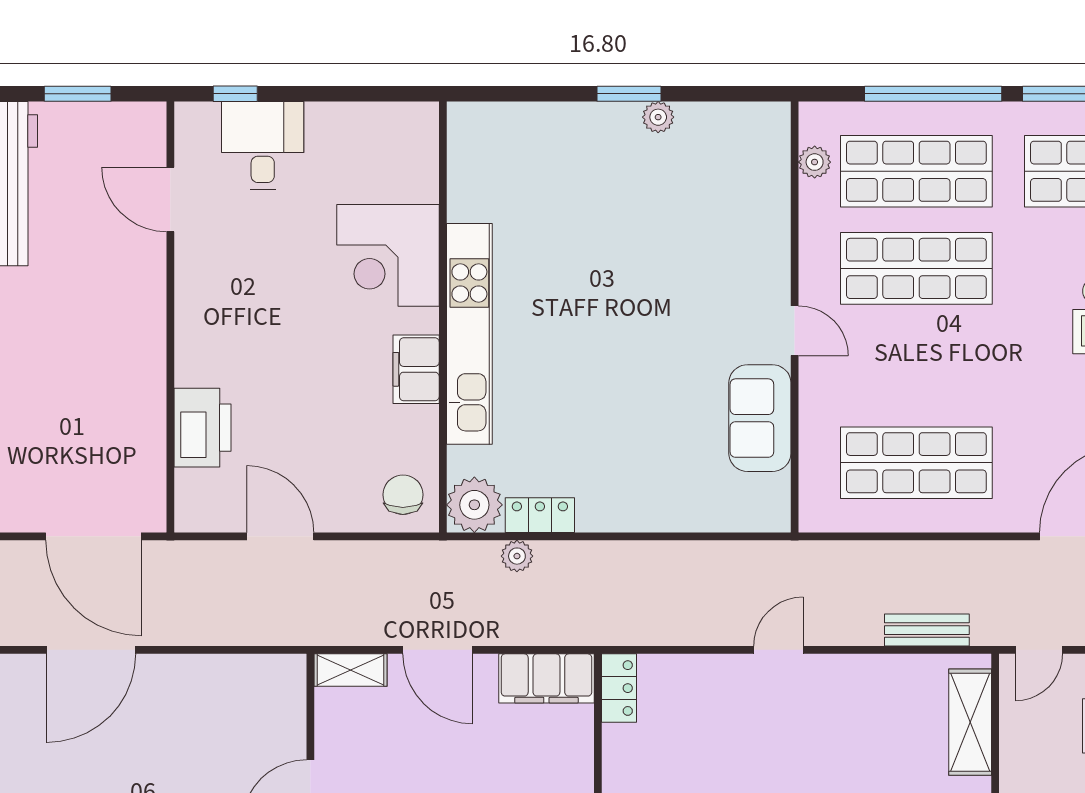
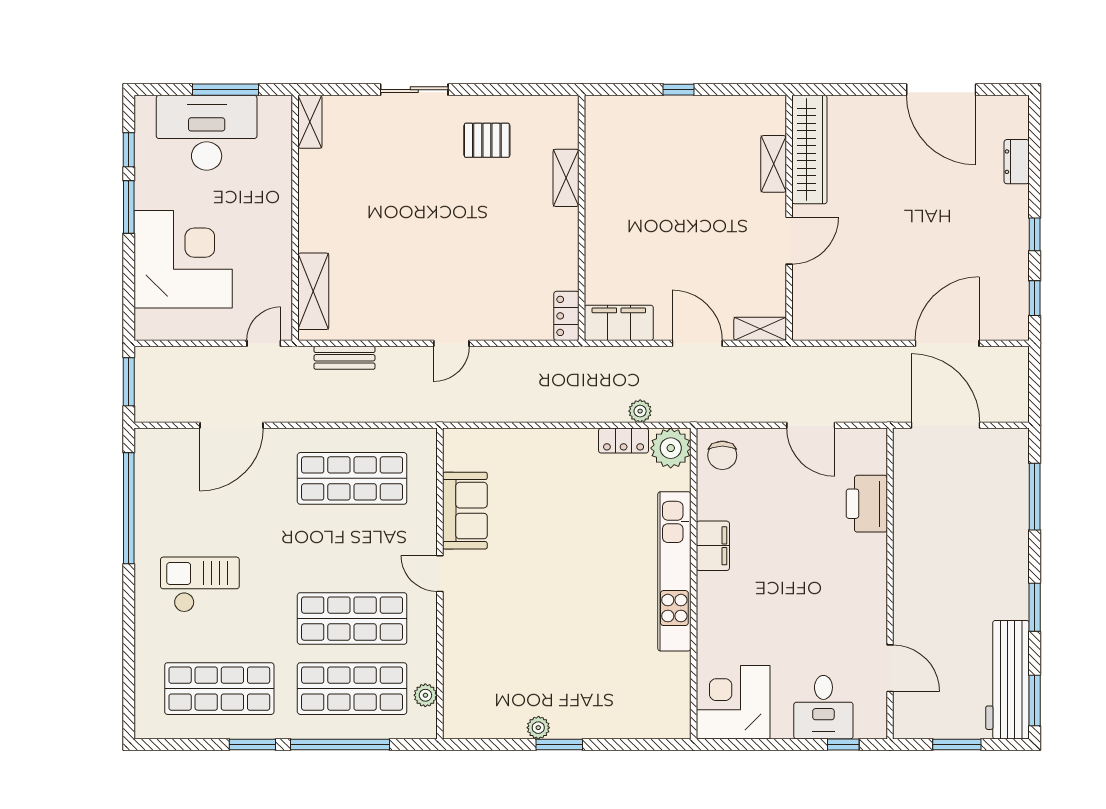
corner desk: (388, 255) -> (733, 702), moved, turned -90

